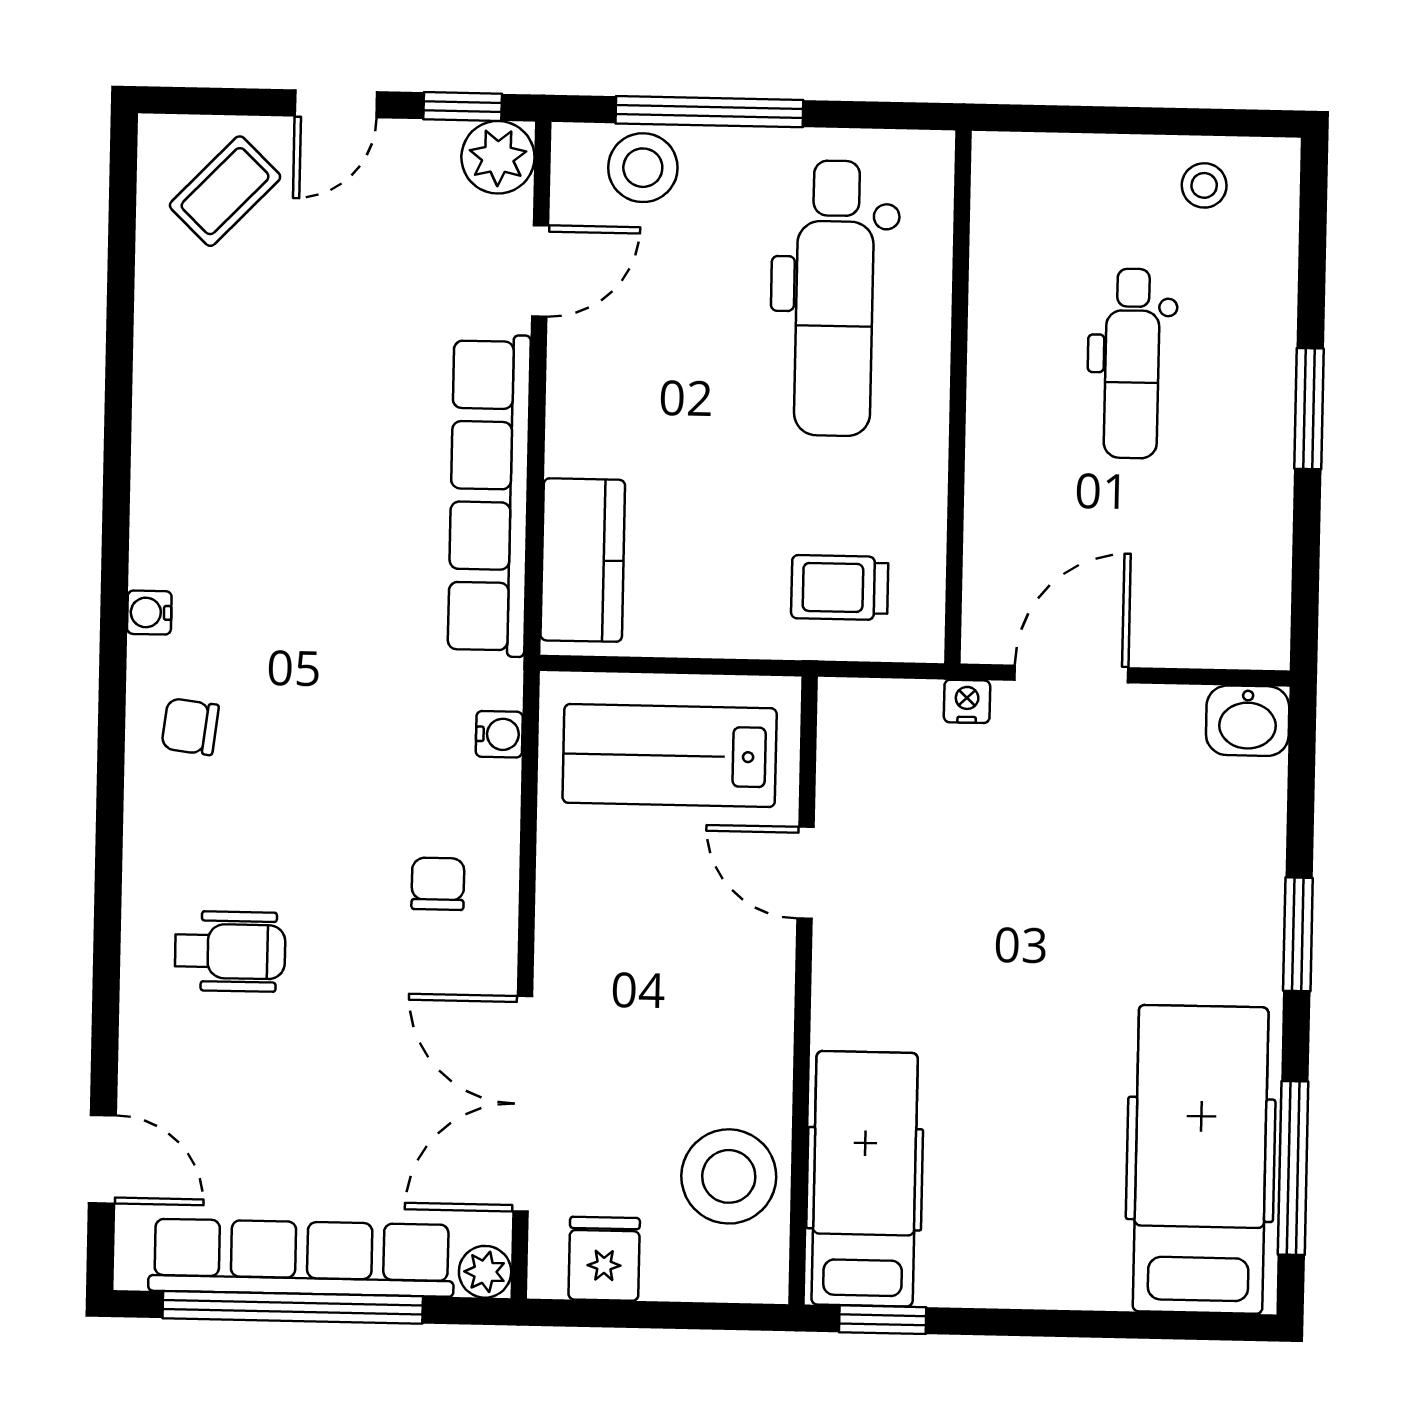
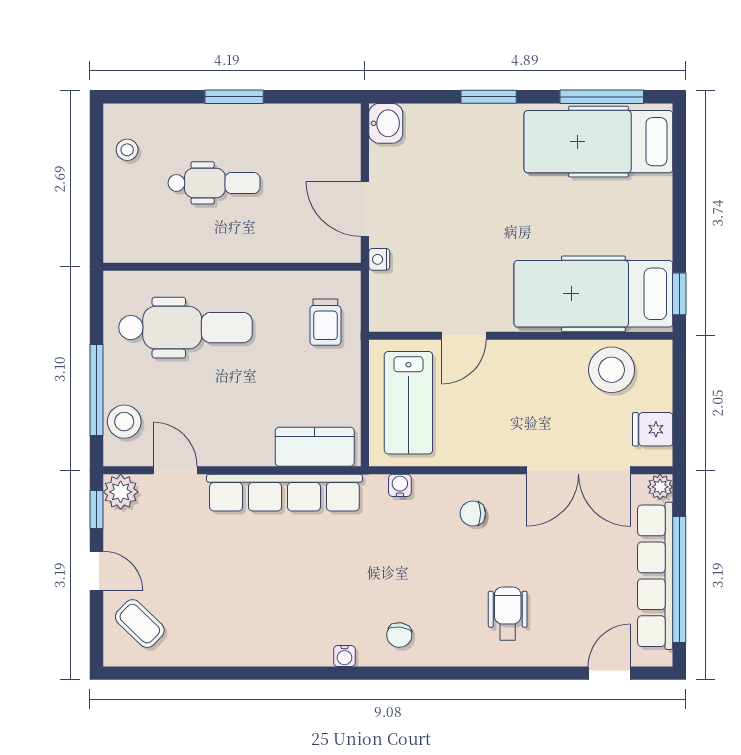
hospital bed: (865, 1179) -> (593, 294), width x1.37, depth x1.29

